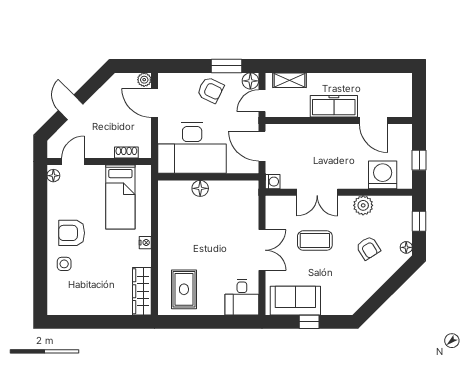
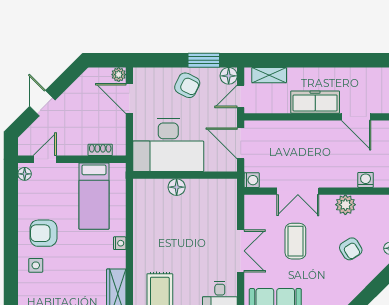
washing machine: (383, 175) -> (366, 180), width x0.53, depth x0.53
coffee table: (315, 241) -> (295, 241), turned 90

